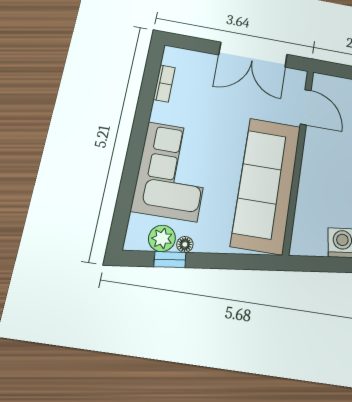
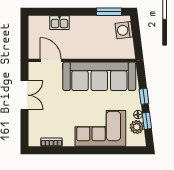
double door: (253, 55) -> (25, 95), width x0.73
door: (306, 107) -> (51, 60), hinge flipped
window: (217, 261) -> (144, 96), added

